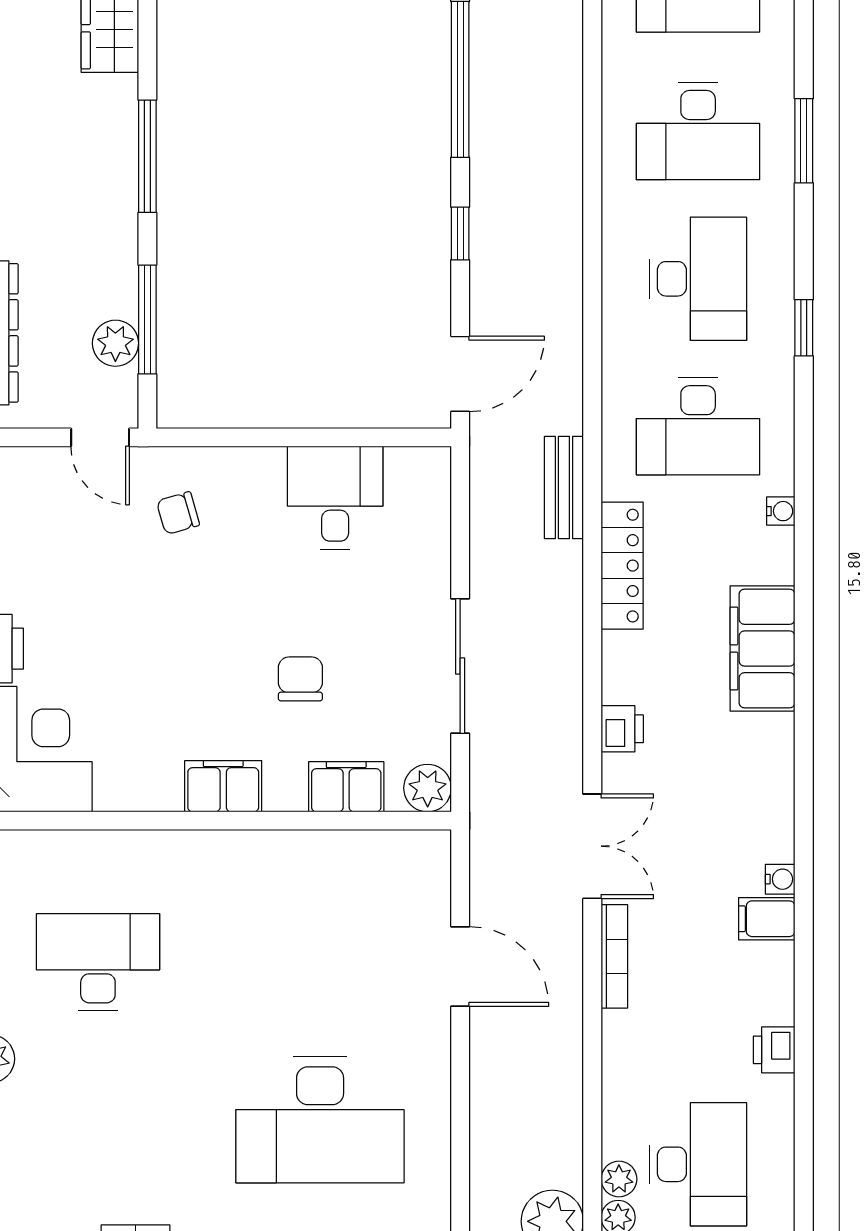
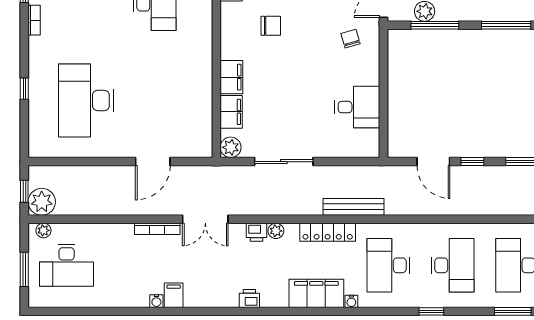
desk: (698, 279) -> (453, 265), turned -90
door: (460, 374) -> (433, 162), moved
bench: (564, 488) -> (354, 207), width x1.36
filing cabinet: (762, 649) -> (316, 293), moved
chair: (300, 679) -> (271, 26), moved
filing cabinet: (223, 786) -> (231, 77), moved
water cooler: (780, 879) -> (156, 301), moved
printer: (774, 1050) -> (249, 298), moved
plant: (619, 1179) -> (276, 231), moved

